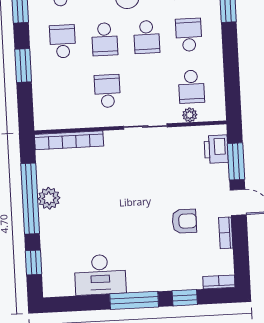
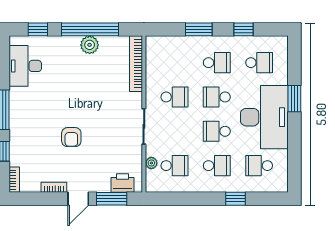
school desk: (191, 87) -> (174, 166), turned 180
armchair: (184, 221) -> (71, 137), moved
desk: (100, 275) -> (25, 66), moved

